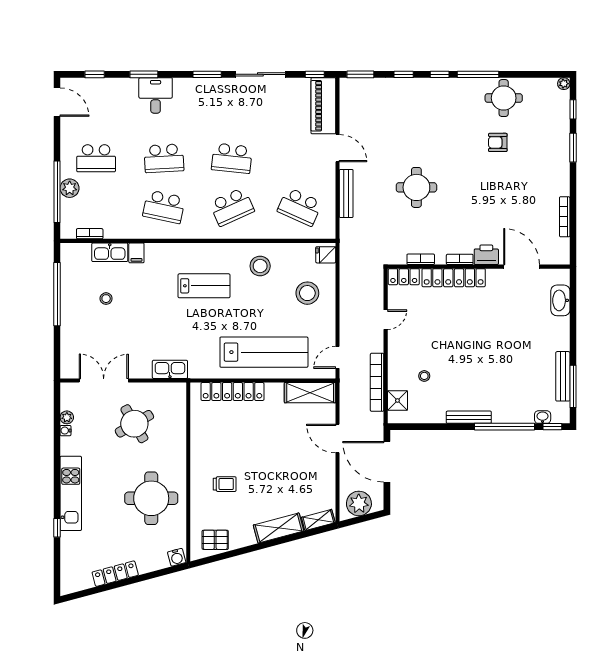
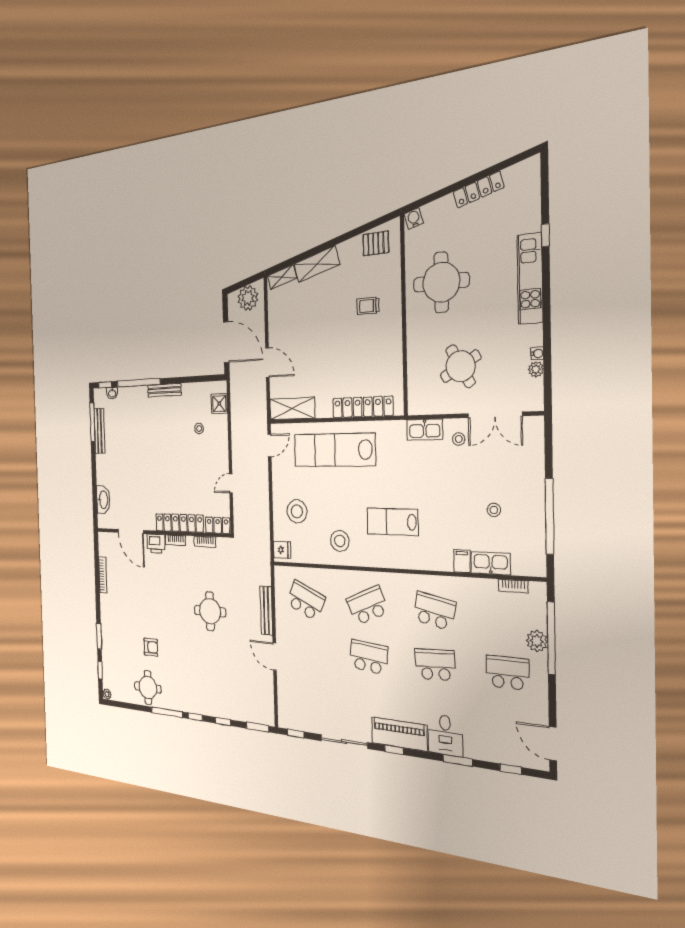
window: (207, 74) -> (394, 750), width x0.67
piano: (323, 106) -> (399, 734), moved, turned -90
stool: (137, 360) -> (459, 439), added
bookcase: (377, 382) -> (236, 421), removed

